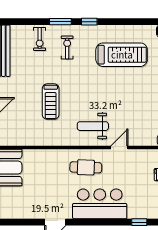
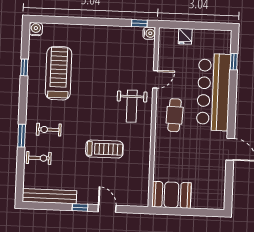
window: (89, 22) -> (24, 67), moved
door: (119, 147) -> (155, 79), swing flipped
bar counter: (100, 204) -> (214, 92), width x1.36

